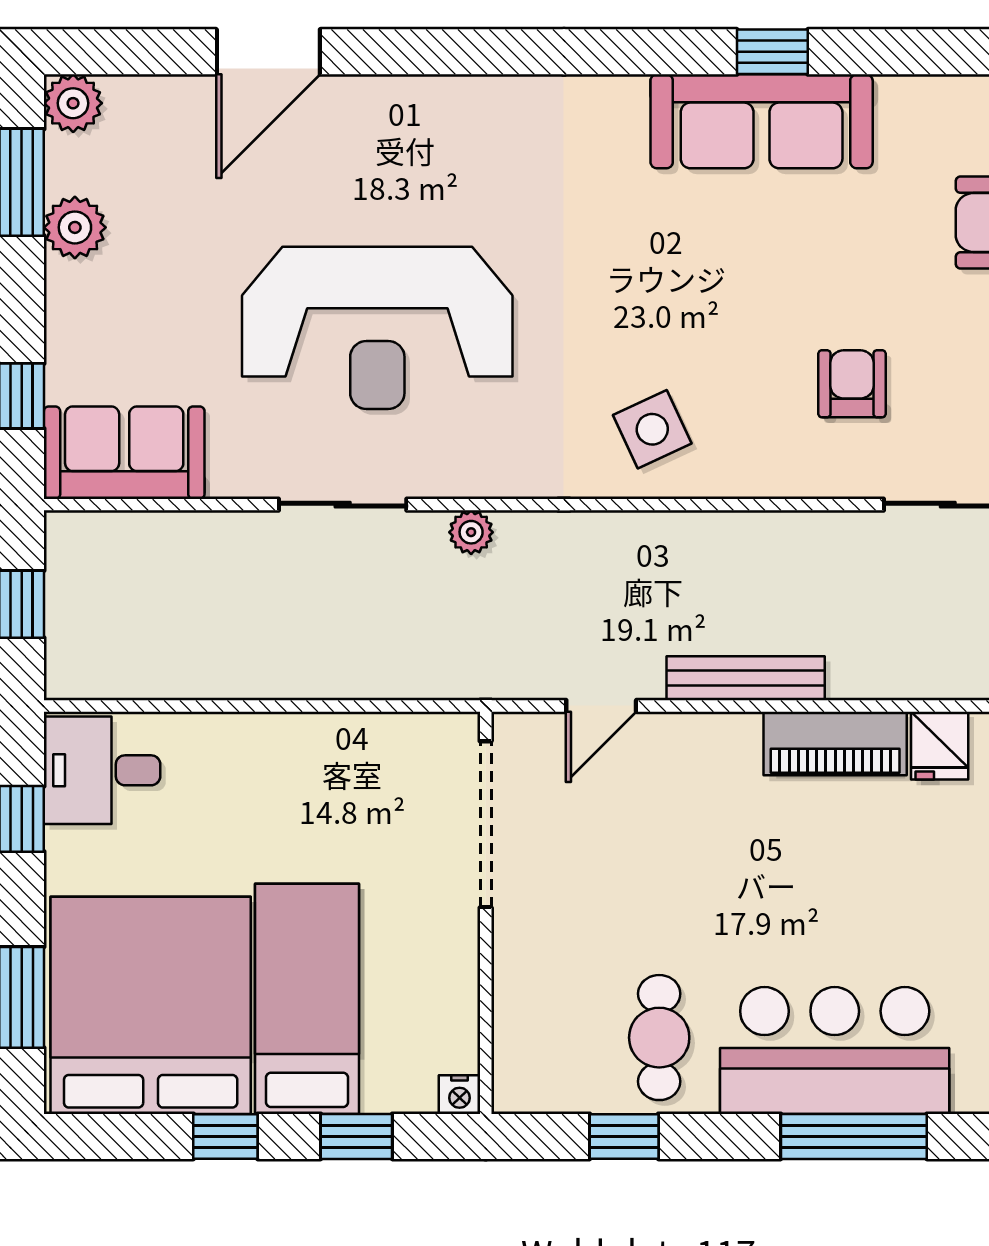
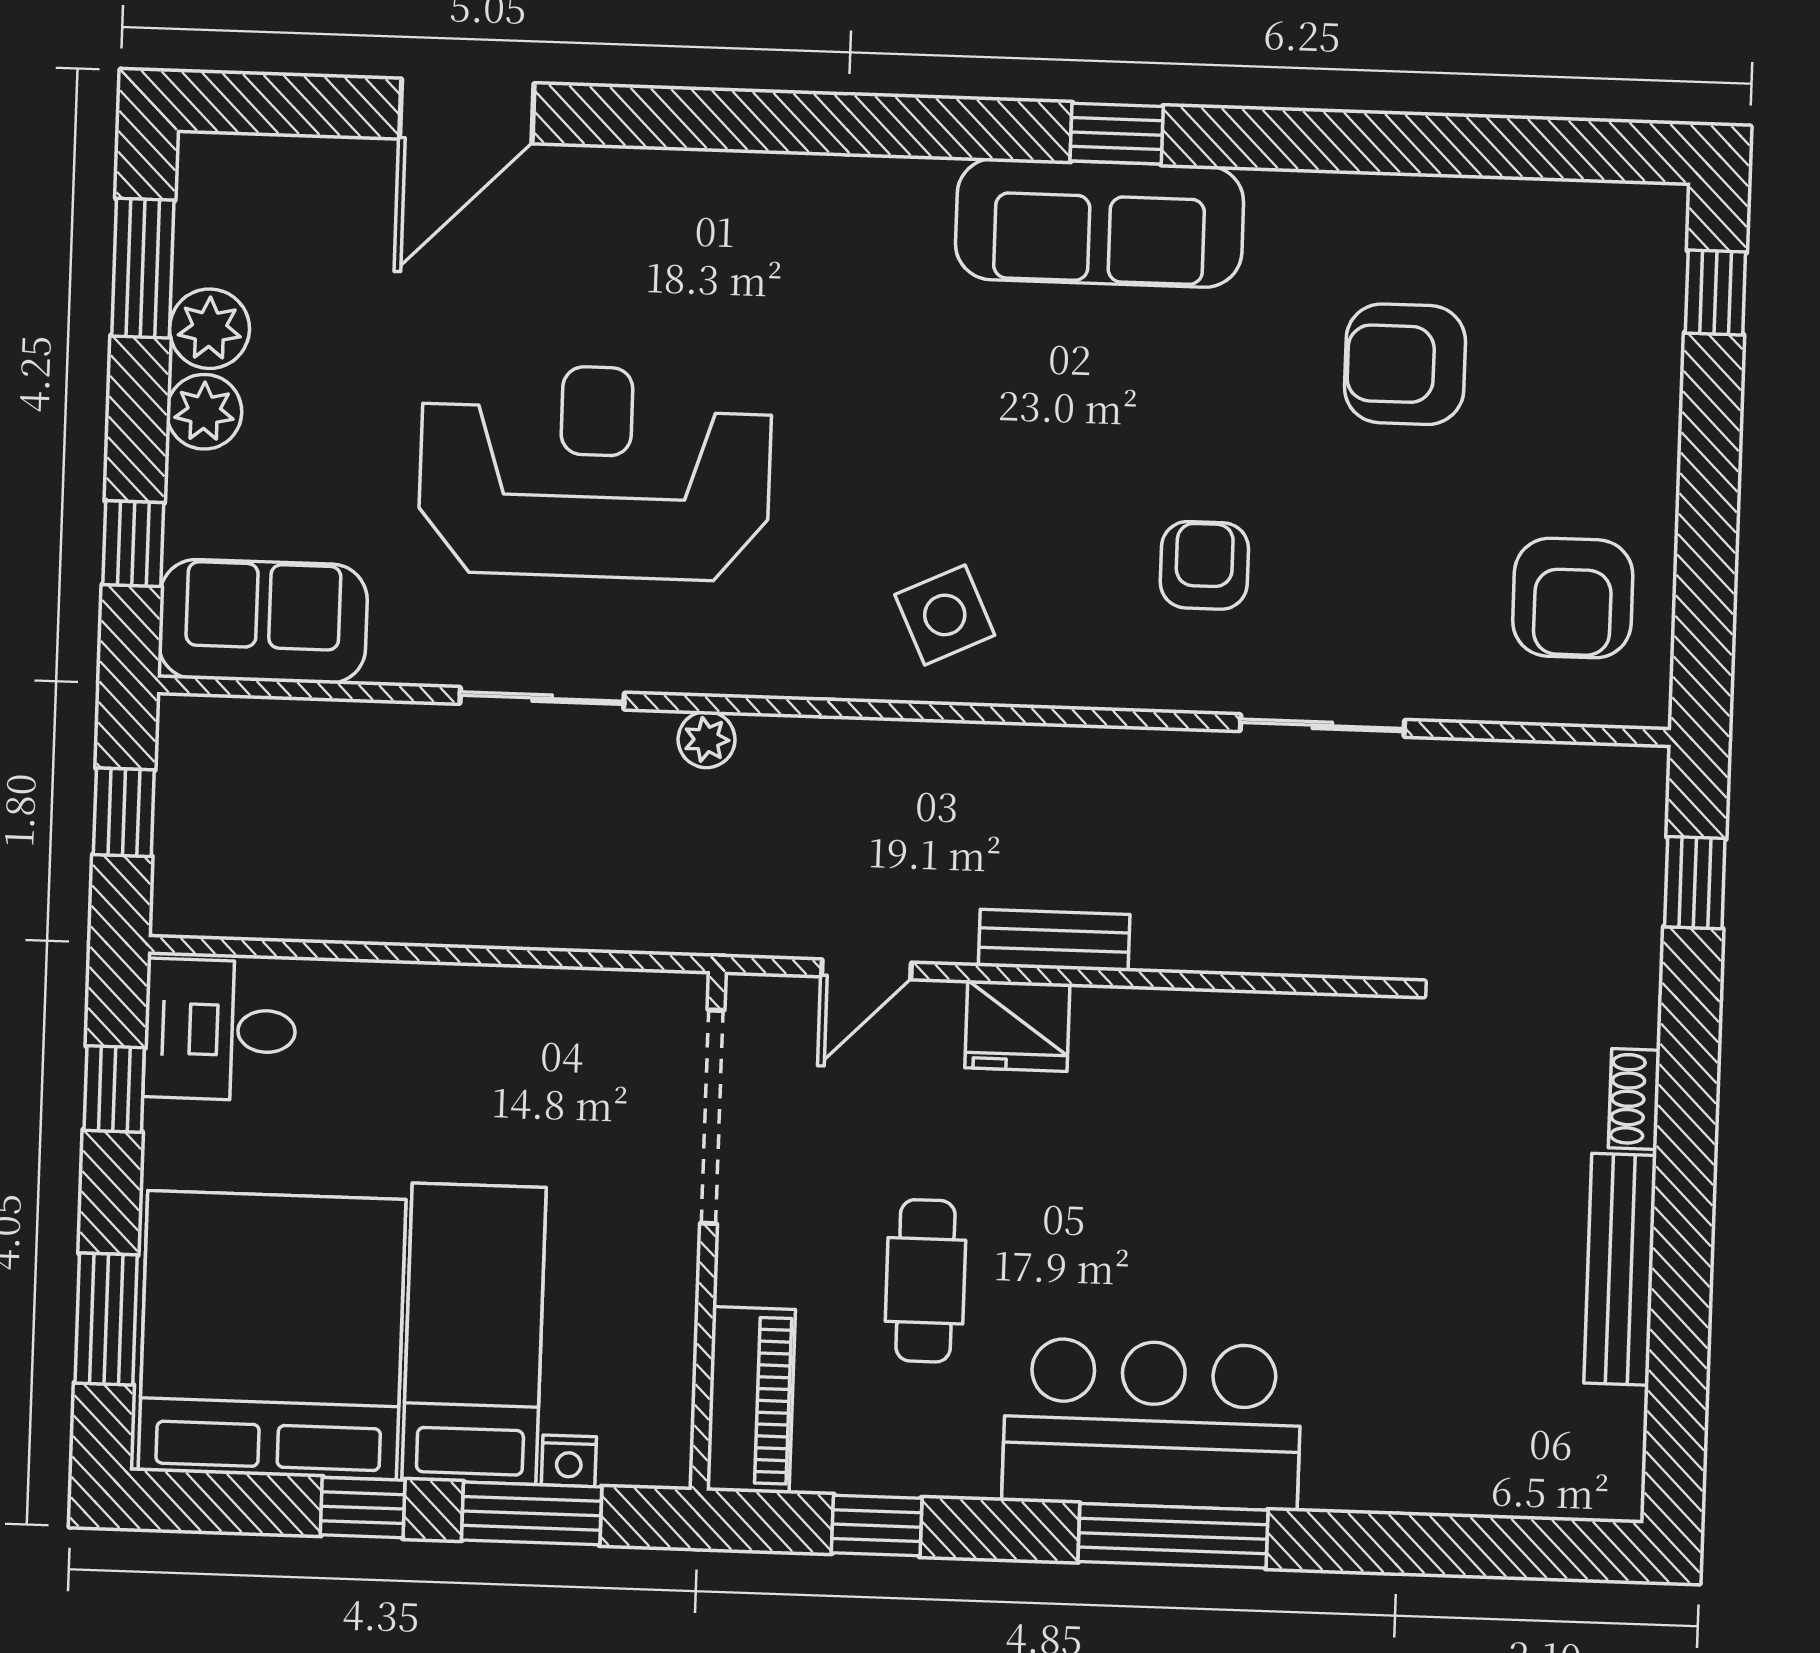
plant: (73, 103) -> (204, 412), moved
reception desk: (377, 328) -> (595, 472), turned 180
bench: (746, 678) -> (1054, 940), width x0.73
piano: (835, 743) -> (751, 1400), moved, turned -90
fridge: (940, 746) -> (1017, 1026), moved, width x1.38
cafe table: (659, 1038) -> (925, 1281), moved
nightstand: (460, 1095) -> (569, 1461), moved
window: (356, 1136) -> (532, 1513), width x1.50

